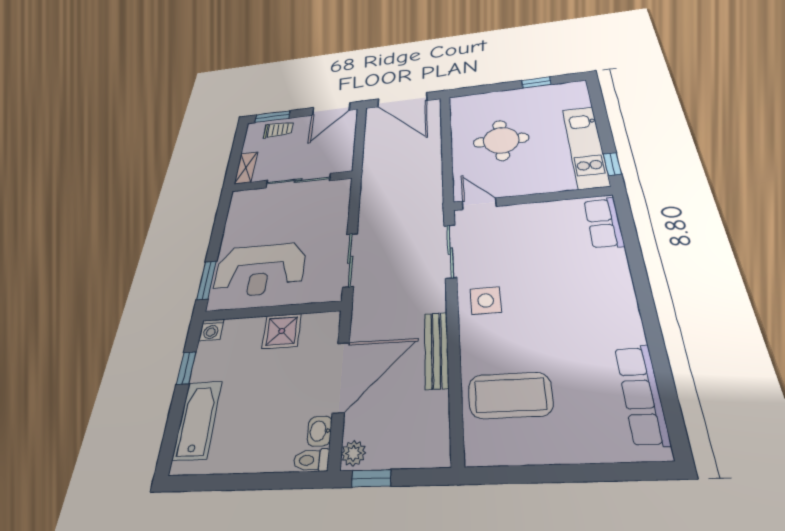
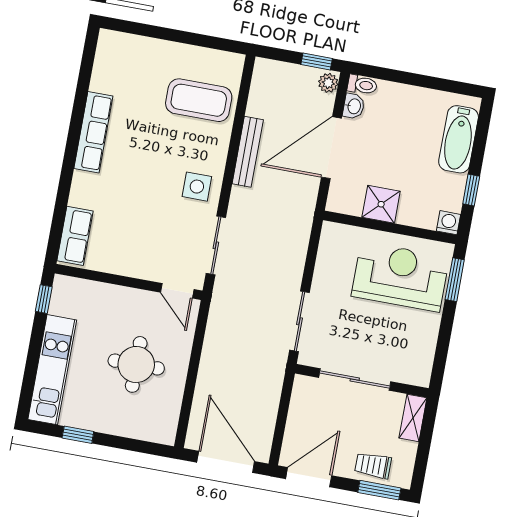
kitchen unit: (586, 147) -> (52, 370), moved
sliding door: (350, 260) -> (299, 321), moved
row of seats: (642, 394) -> (93, 132), moved

